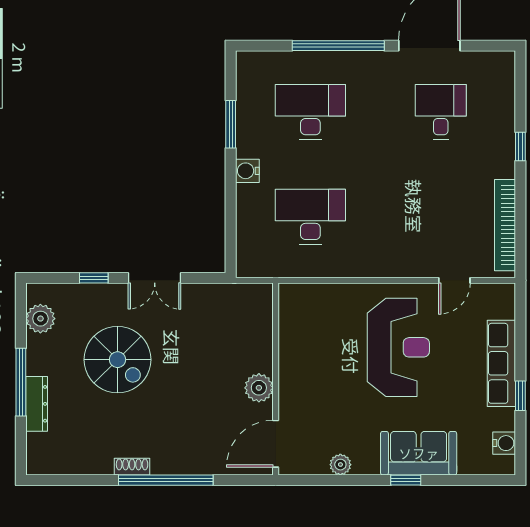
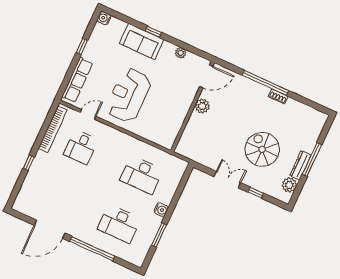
desk: (441, 112) -> (81, 147), moved
row of seats: (501, 363) -> (77, 80), moved
dresser: (37, 404) -> (300, 165), moved
water cooler: (504, 443) -> (104, 18), moved

